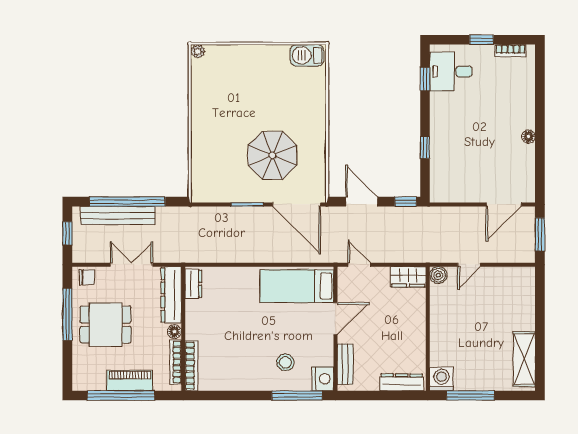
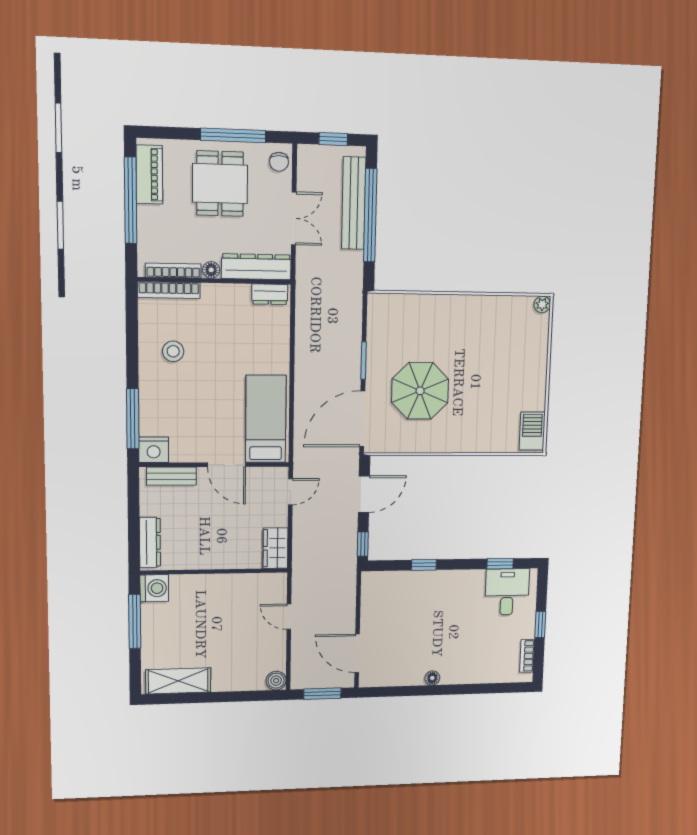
boiler: (438, 275) -> (276, 681), moved
stool: (285, 362) -> (173, 351), moved
piano: (130, 381) -> (149, 174), moved

